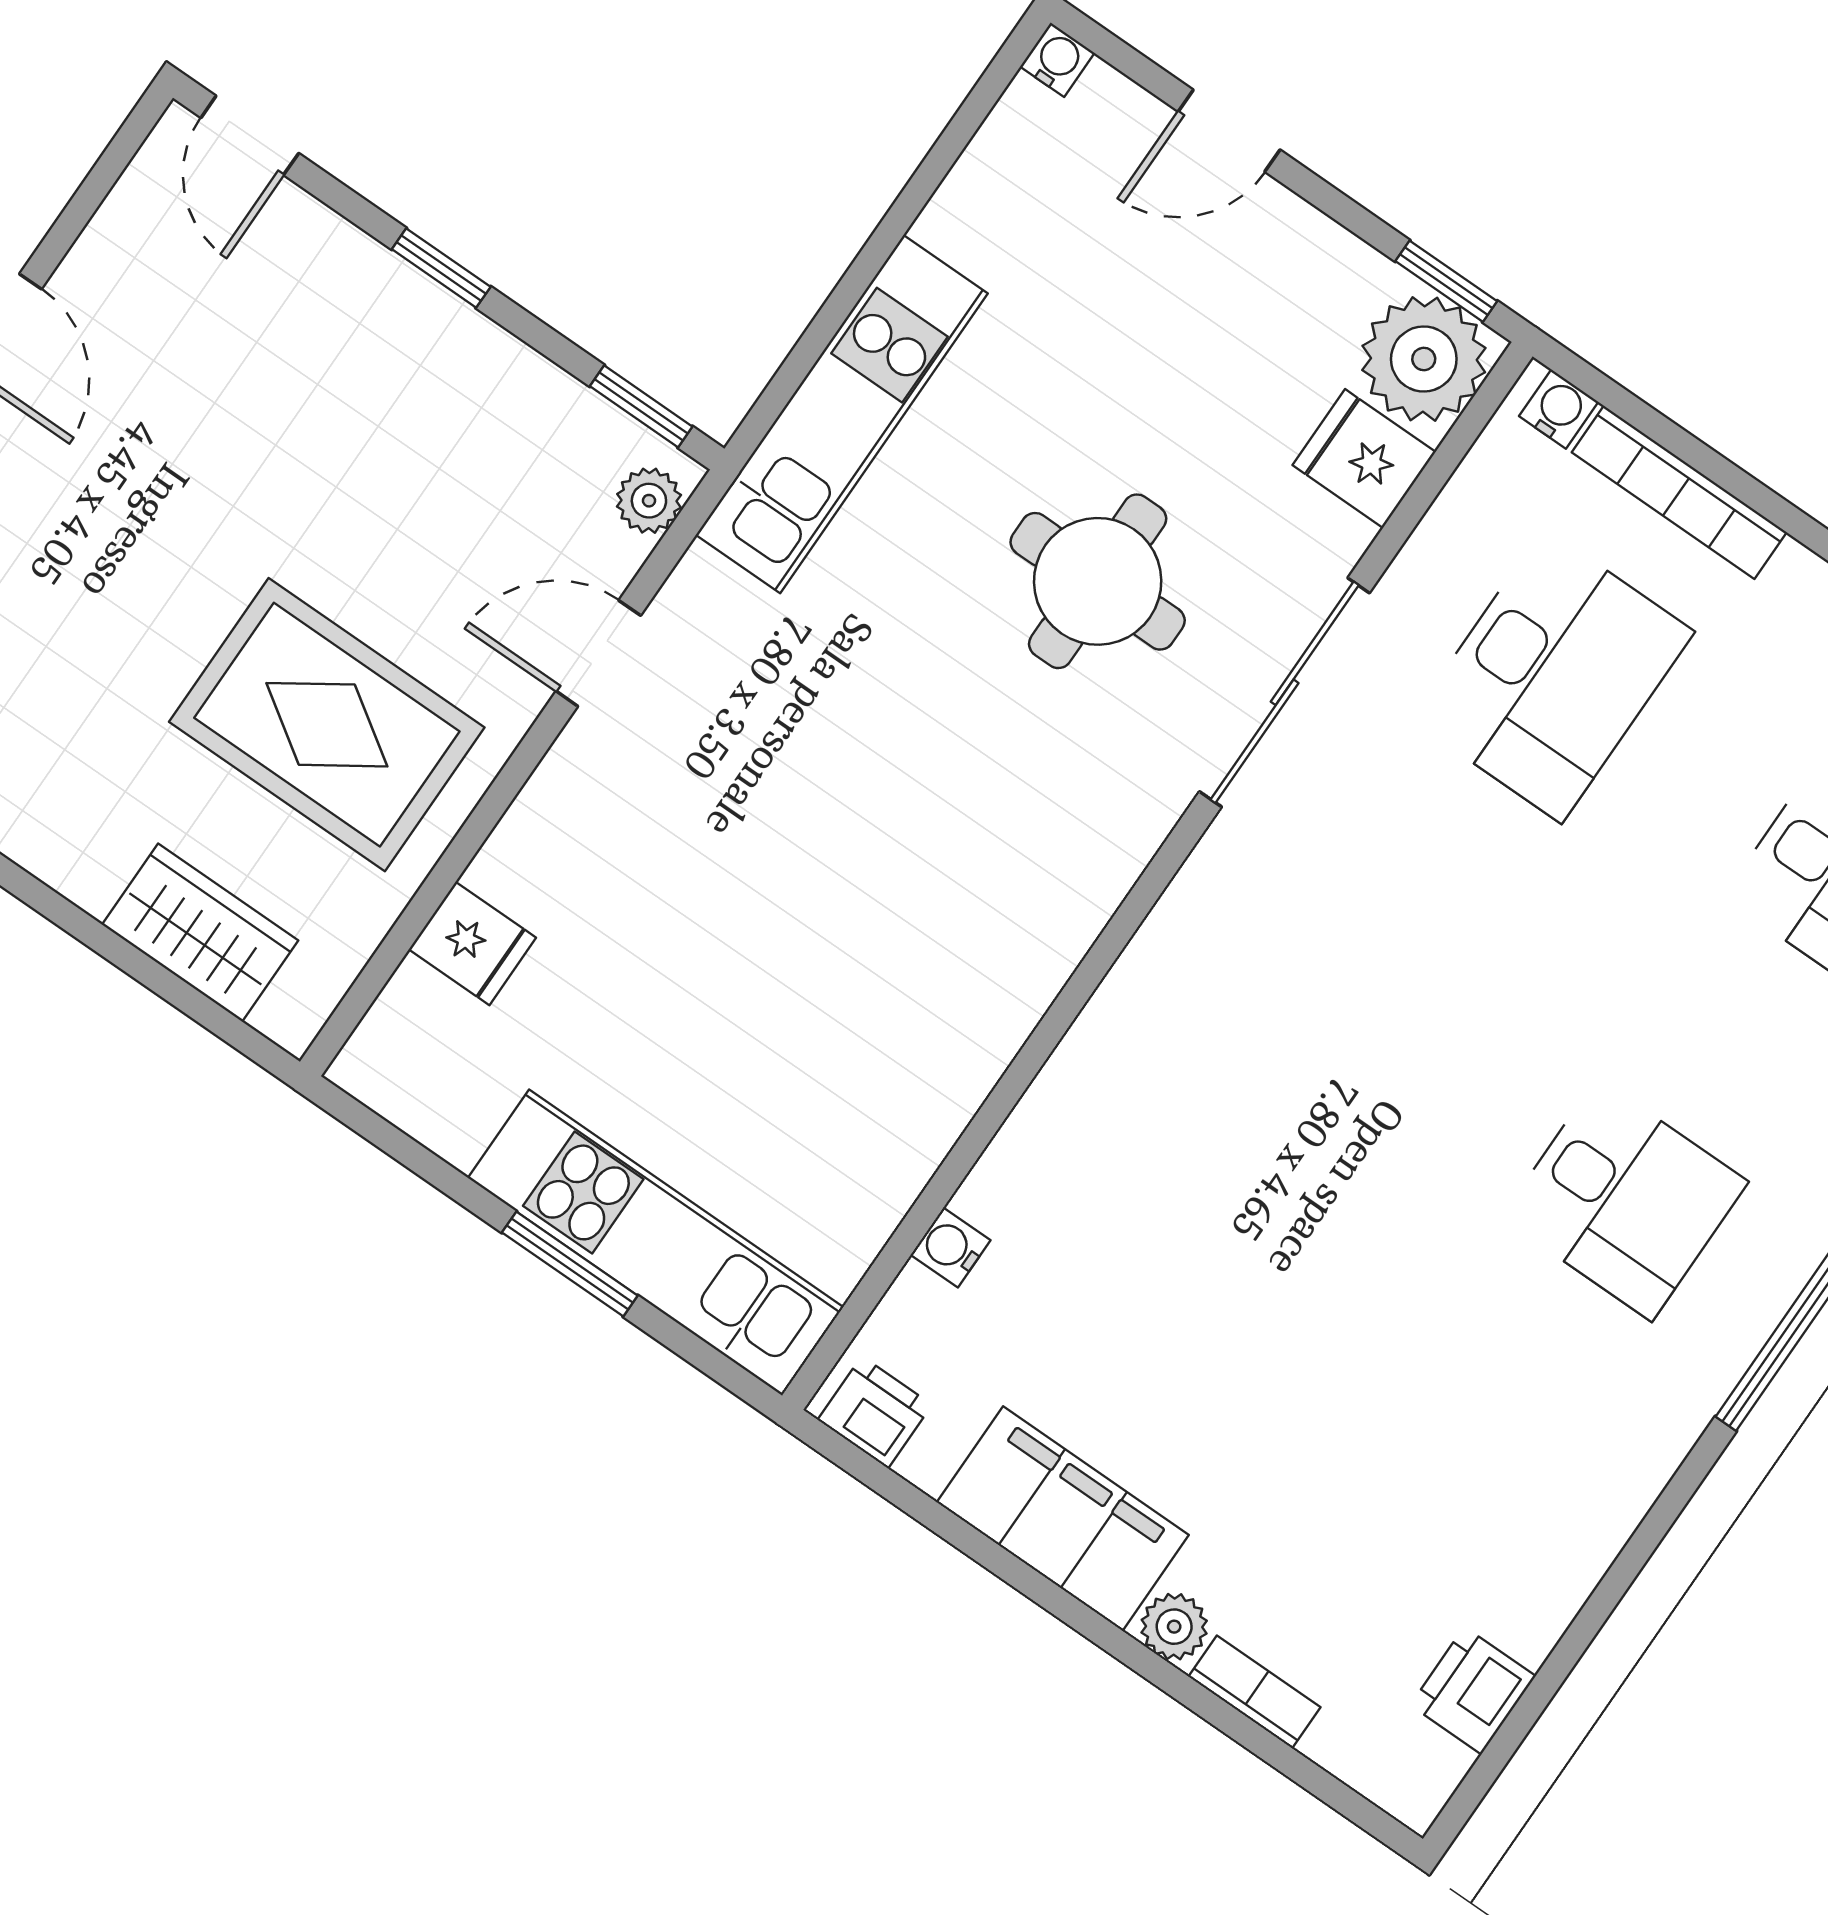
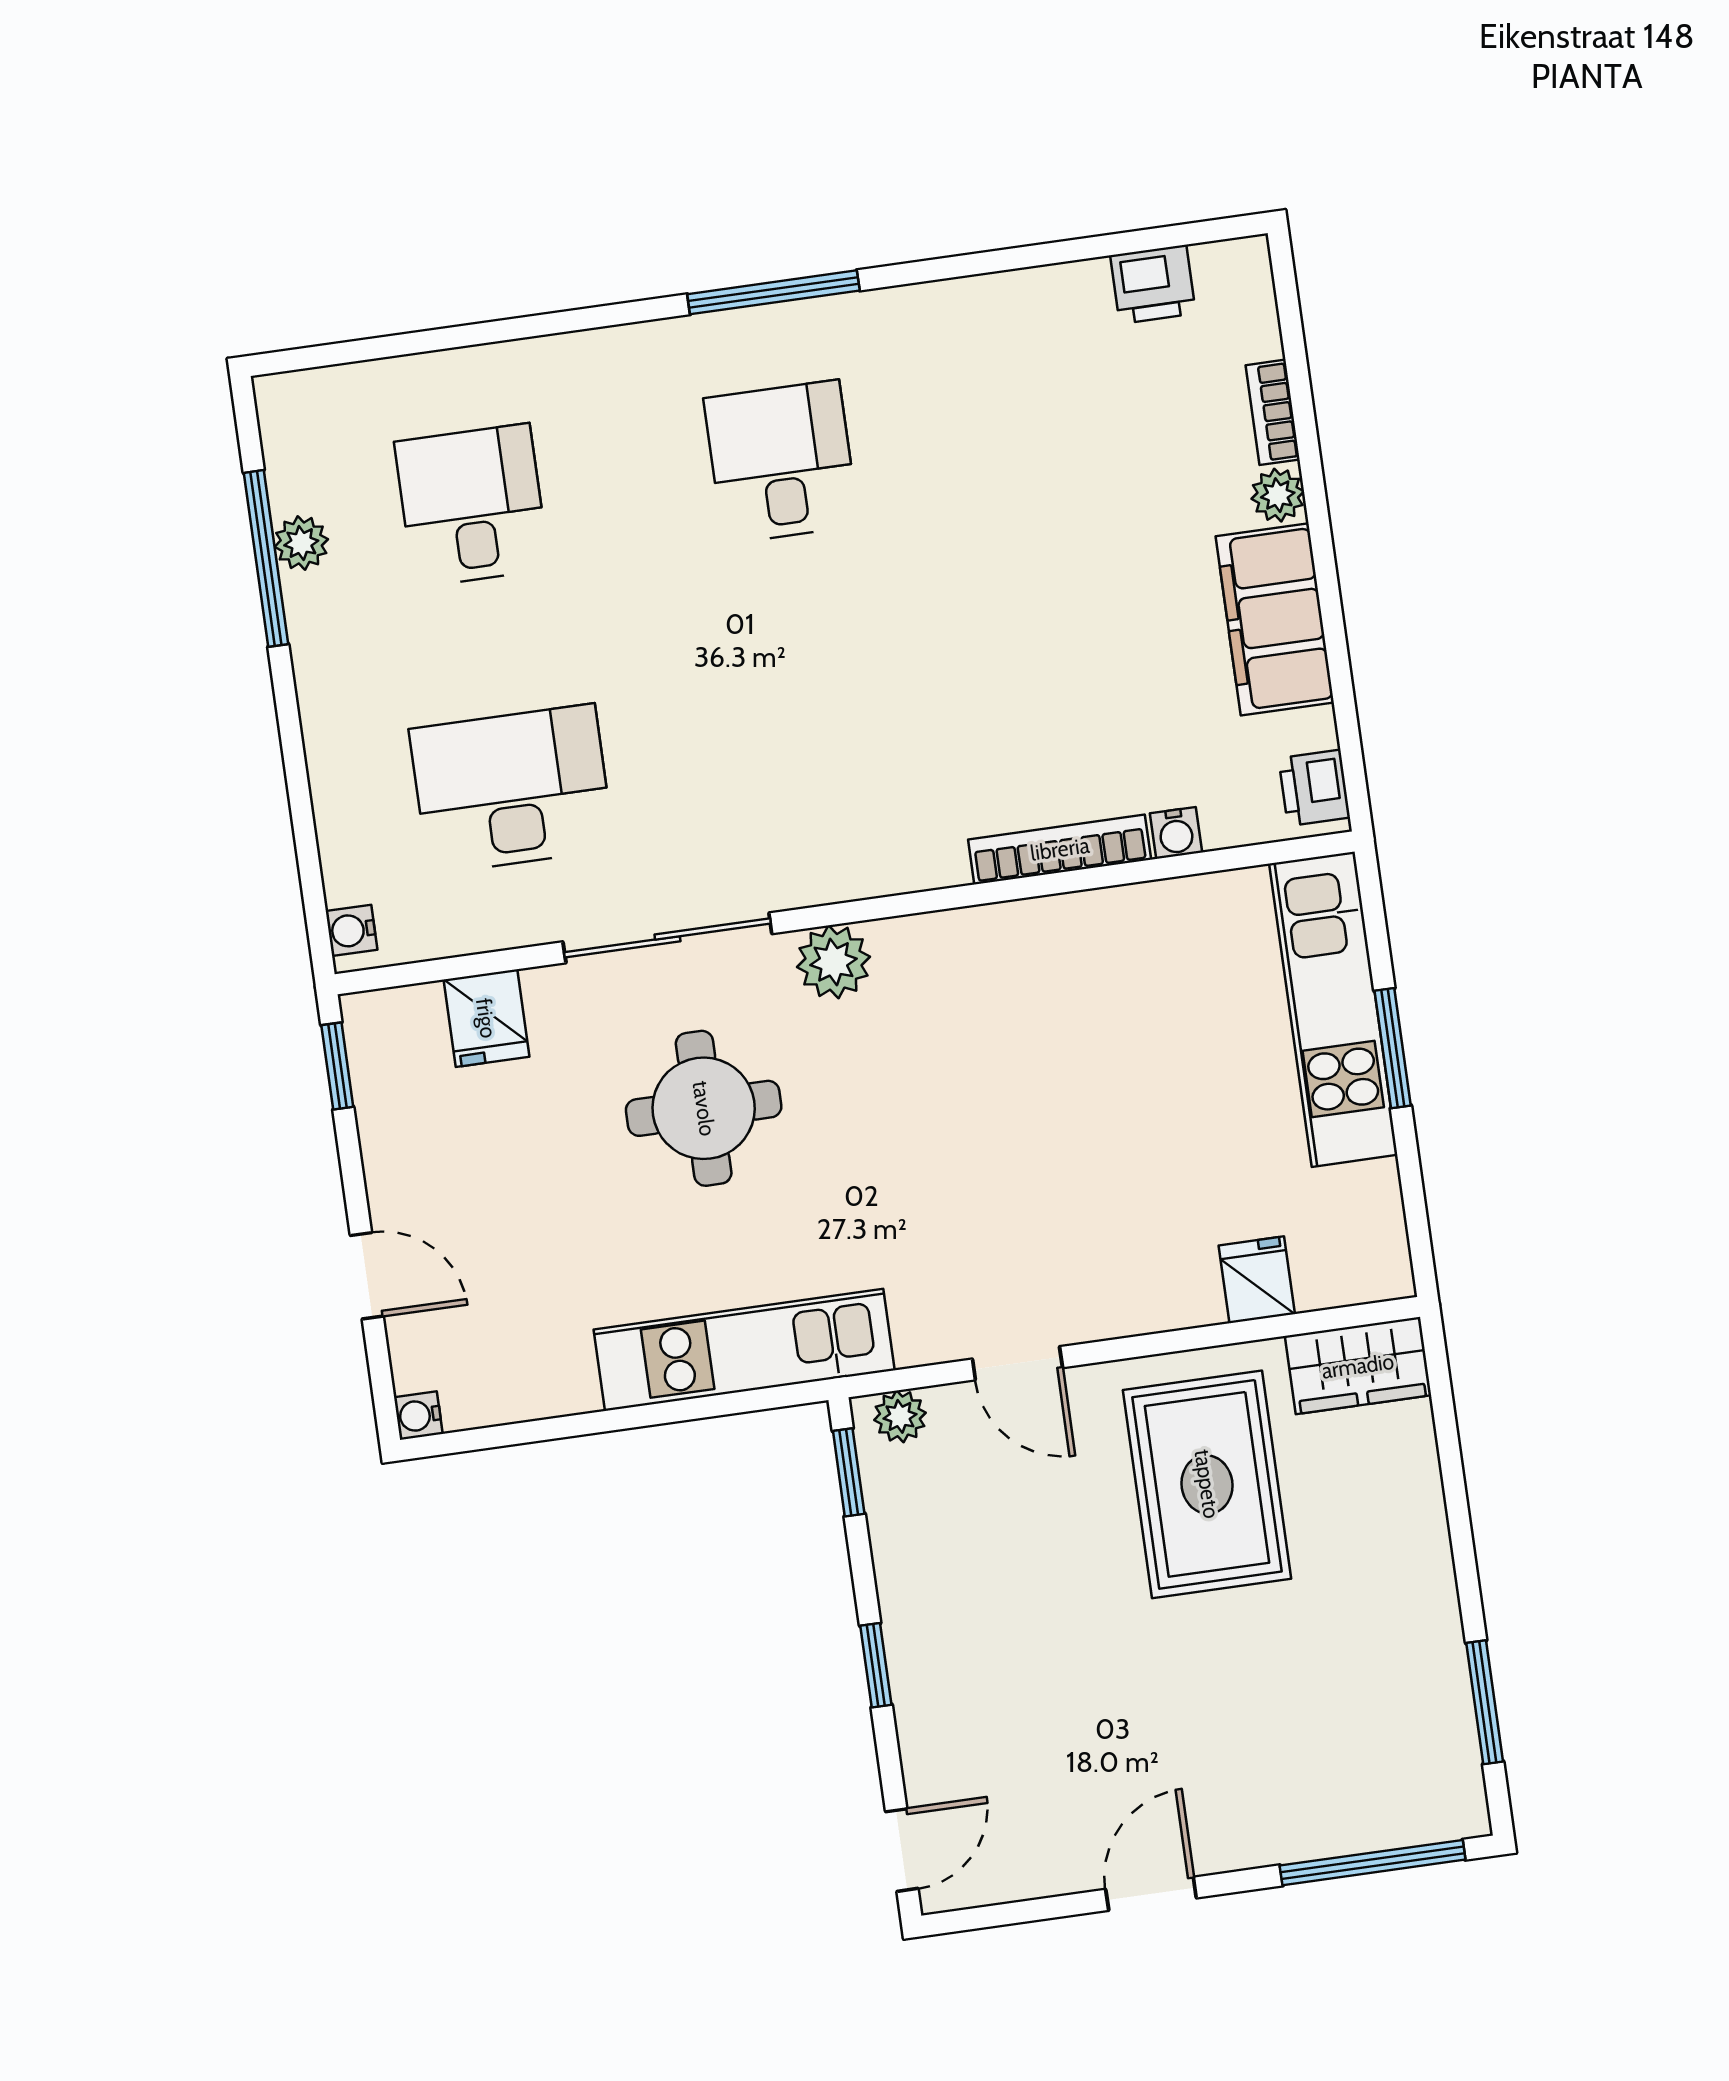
plant: (1424, 359) -> (834, 962), moved, width x0.73, depth x0.73
bookcase: (1679, 492) -> (1060, 849), moved, turned -90
wardrobe: (200, 933) -> (1358, 1366), moved, turned -90

